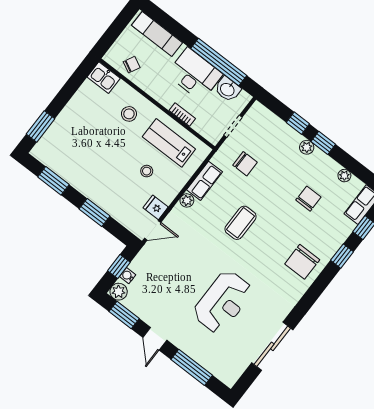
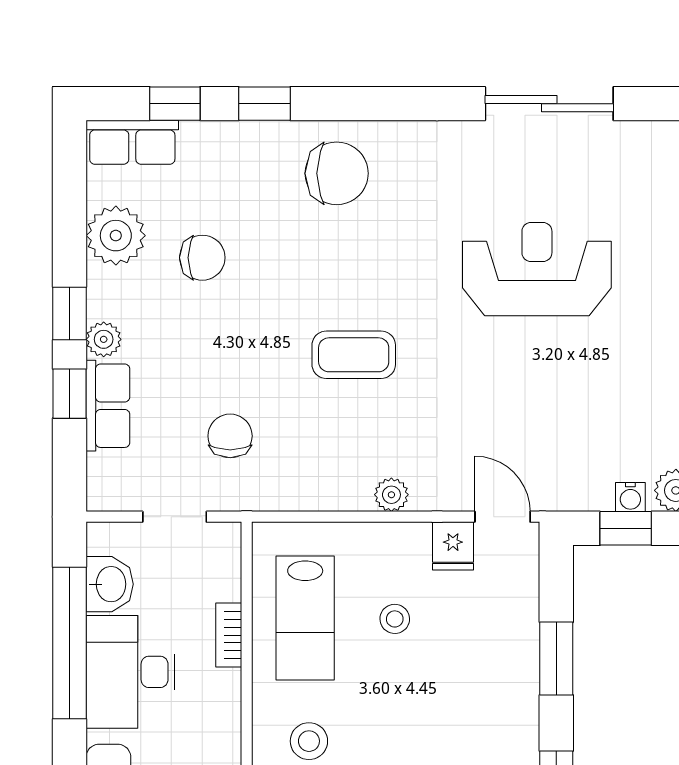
plant: (344, 176) -> (116, 236), width x1.88, depth x1.88
row of seats: (205, 181) -> (108, 406), moved, turned 90
chair: (308, 199) -> (202, 258), turned 180

